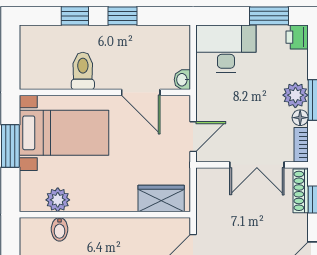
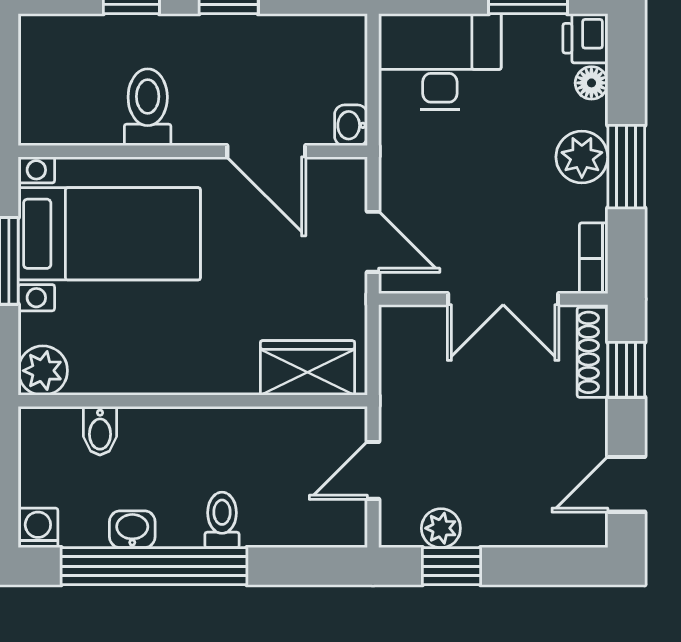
floor lamp: (300, 118) -> (591, 83), moved
door: (193, 137) -> (373, 242), hinge flipped
plant: (58, 200) -> (43, 371), moved

